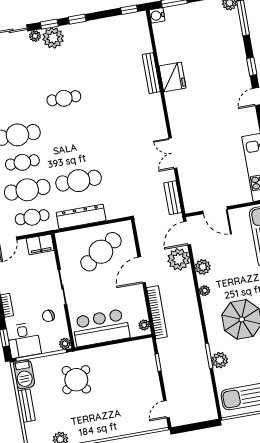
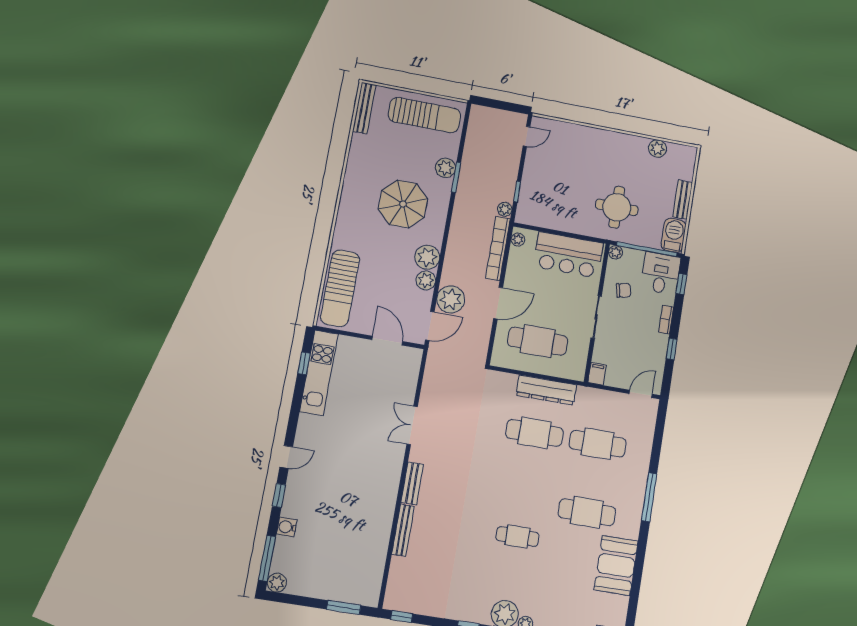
water cooler: (157, 15) -> (287, 527), moved, turned 180
fridge: (173, 77) -> (379, 516), removed
double door: (173, 153) -> (412, 425), swing flipped
cafe table: (22, 162) -> (592, 478), removed
bench: (173, 198) -> (412, 483), moved
cafe table: (32, 217) -> (603, 410), removed
filing cabinet: (40, 244) -> (597, 374), width x0.50
cafe table: (101, 252) -> (538, 341), turned 33
plant: (205, 291) -> (427, 257), width x1.88, depth x1.88
plant: (163, 345) -> (505, 209), added
round table: (76, 380) -> (617, 207), turned 37

